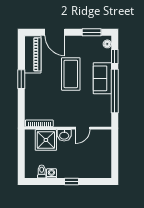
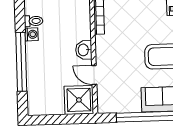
shower: (46, 140) -> (79, 100), moved
window: (72, 182) -> (21, 62), width x3.17

